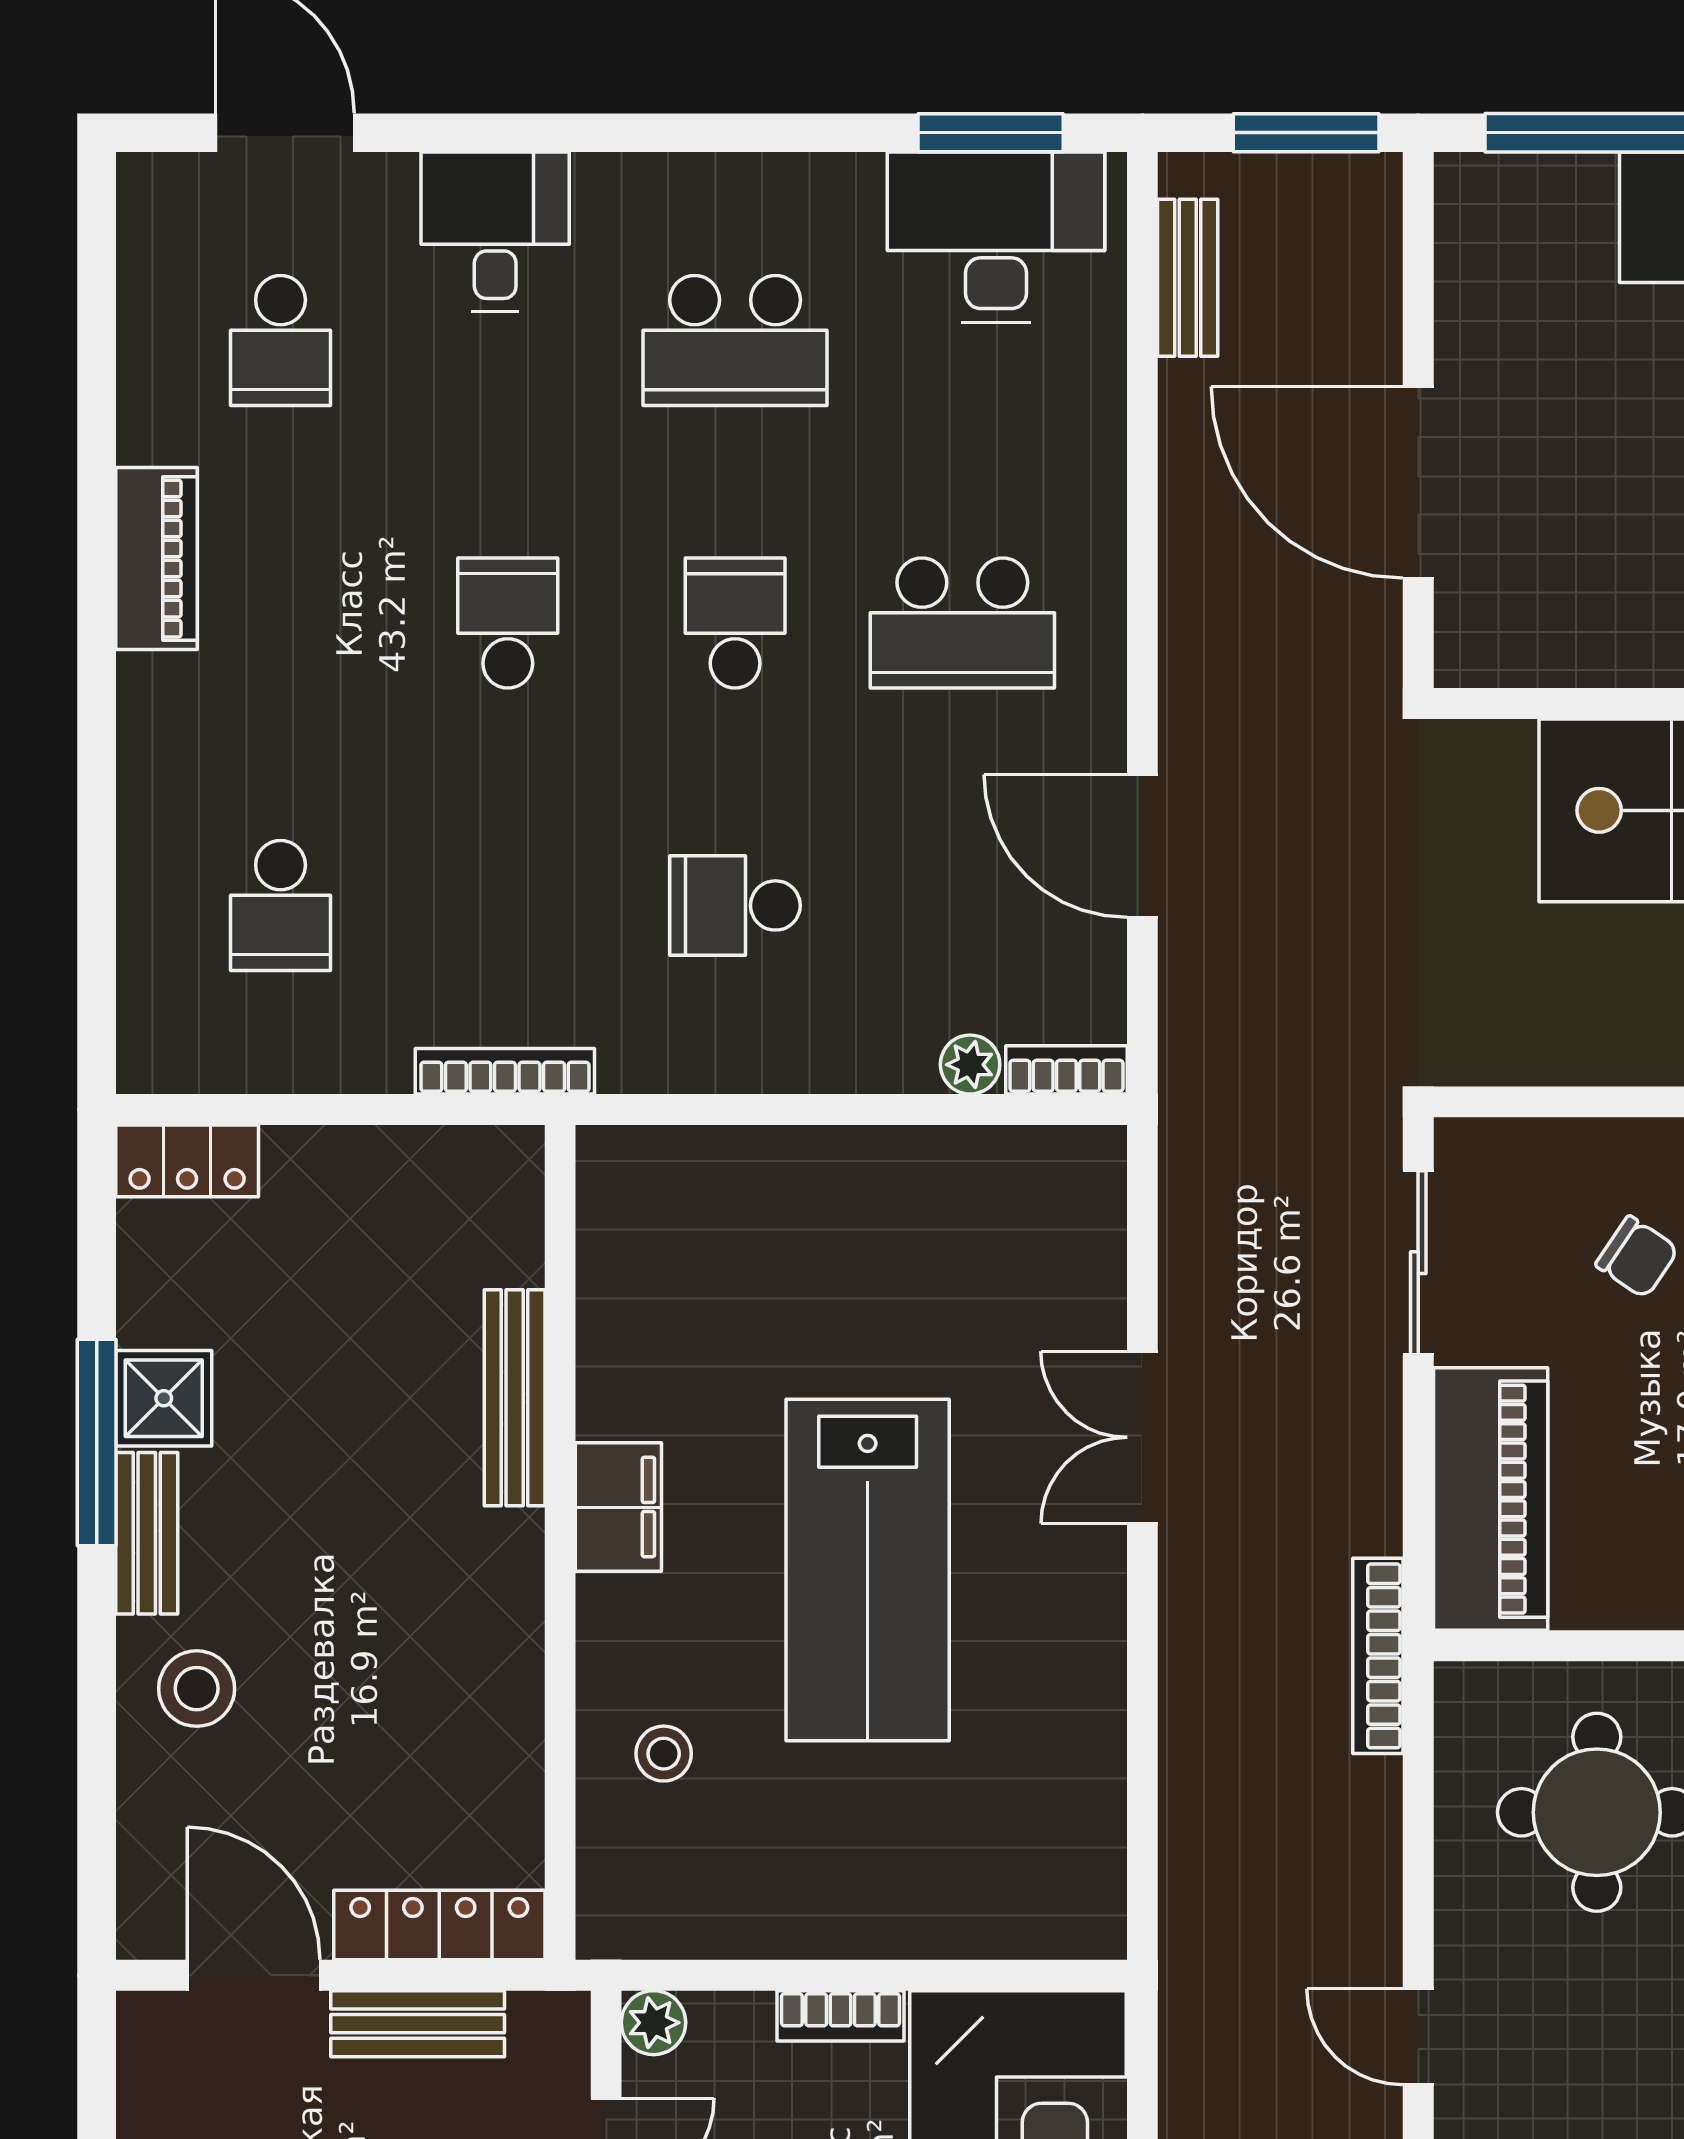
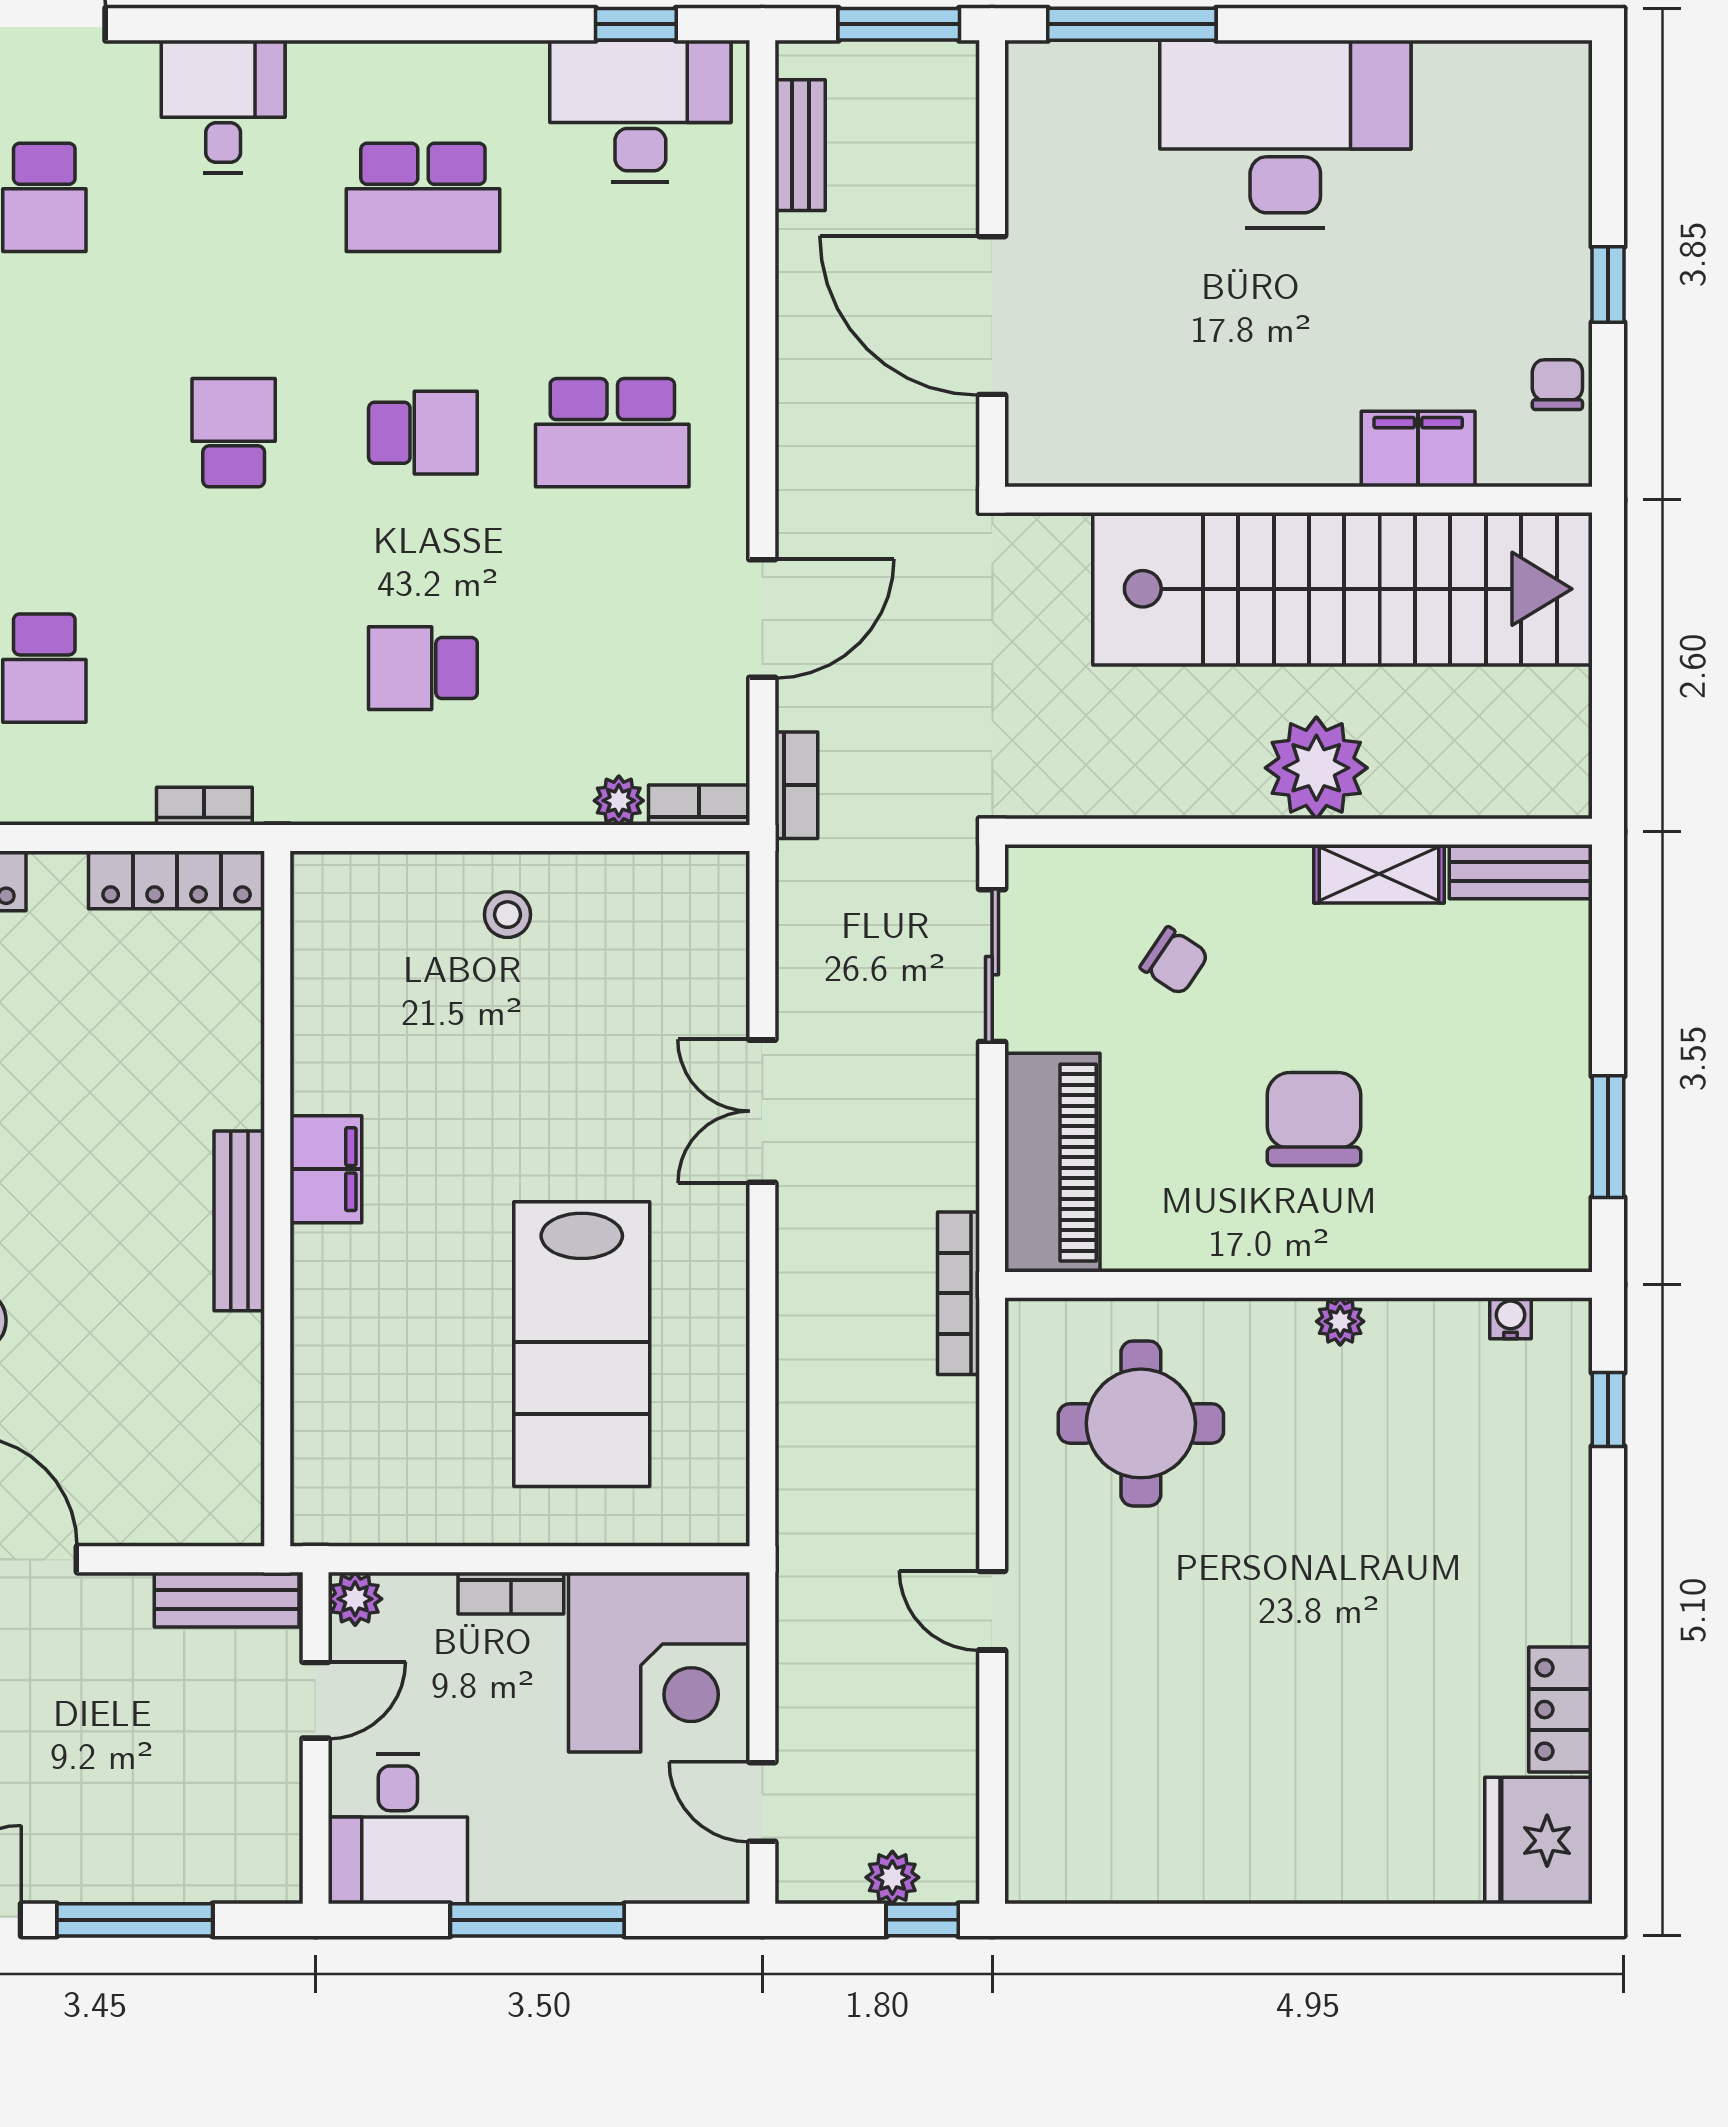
window: (991, 133) -> (636, 24), width x0.67
school desk: (735, 623) -> (423, 433), turned 90
door: (1142, 846) -> (762, 619), swing flipped
bookcase: (1183, 1046) -> (796, 785), added
bookcase: (505, 1071) -> (204, 806), width x0.64
bench: (515, 1398) -> (239, 1221), moved
lab bench: (868, 1570) -> (582, 1344), moved
stool: (664, 1754) -> (508, 915), moved
locker: (439, 1925) -> (177, 880), moved, turned 180
bench: (418, 2024) -> (227, 1600), moved

